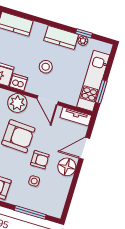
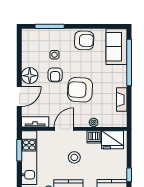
door: (48, 100) -> (64, 129), hinge flipped
plant: (17, 103) -> (94, 122), width x0.53, depth x0.53
armchair: (40, 160) -> (55, 75), turned -90

